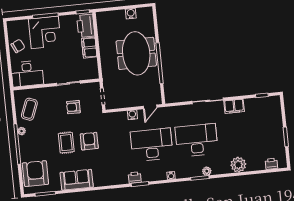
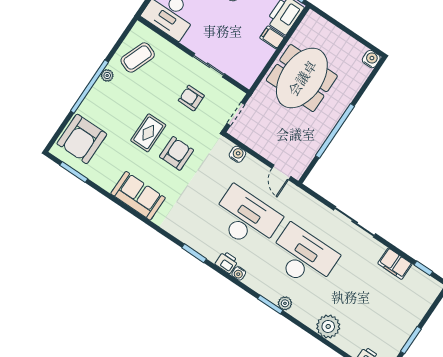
water cooler: (131, 14) -> (371, 59), moved
filing cabinet: (89, 48) -> (272, 37), width x0.50
meeting table: (136, 53) -> (302, 78), moved
filing cabinet: (234, 106) -> (395, 264), moved
door: (150, 107) -> (281, 172), hinge flipped
water cooler: (132, 115) -> (237, 154), moved
armchair: (35, 174) -> (82, 139), turned 180
printer: (135, 178) -> (227, 262), moved
sofa: (77, 180) -> (138, 196), moved

